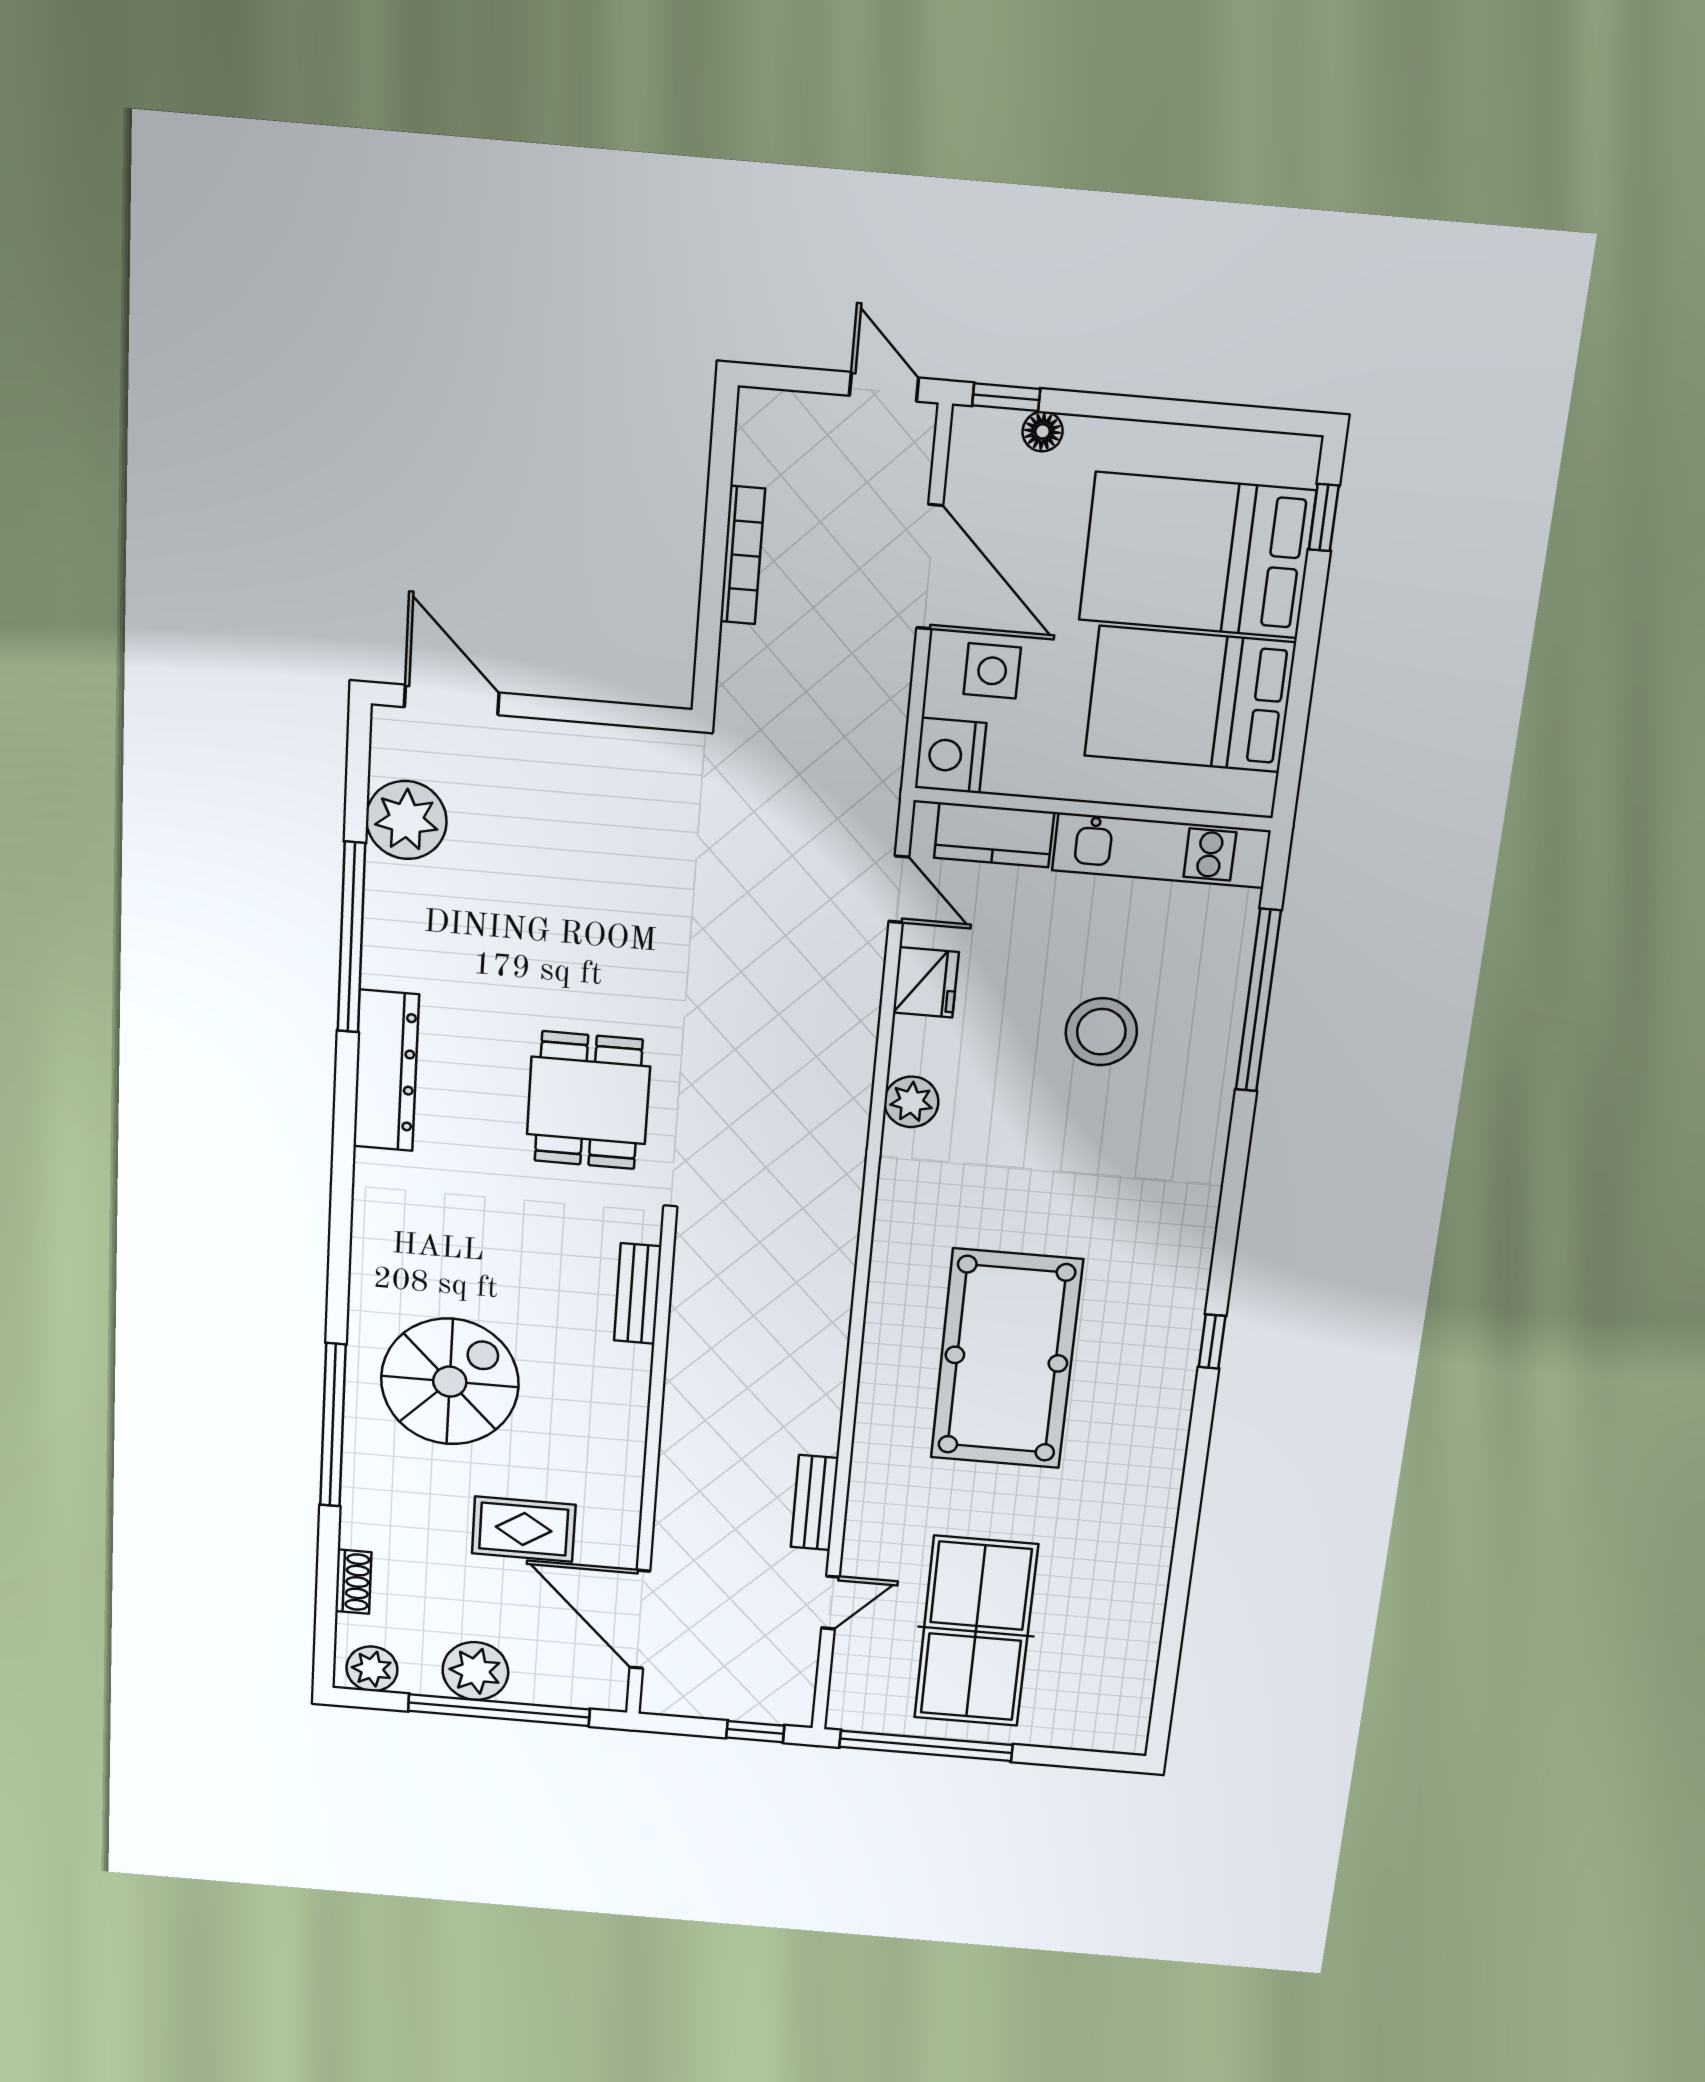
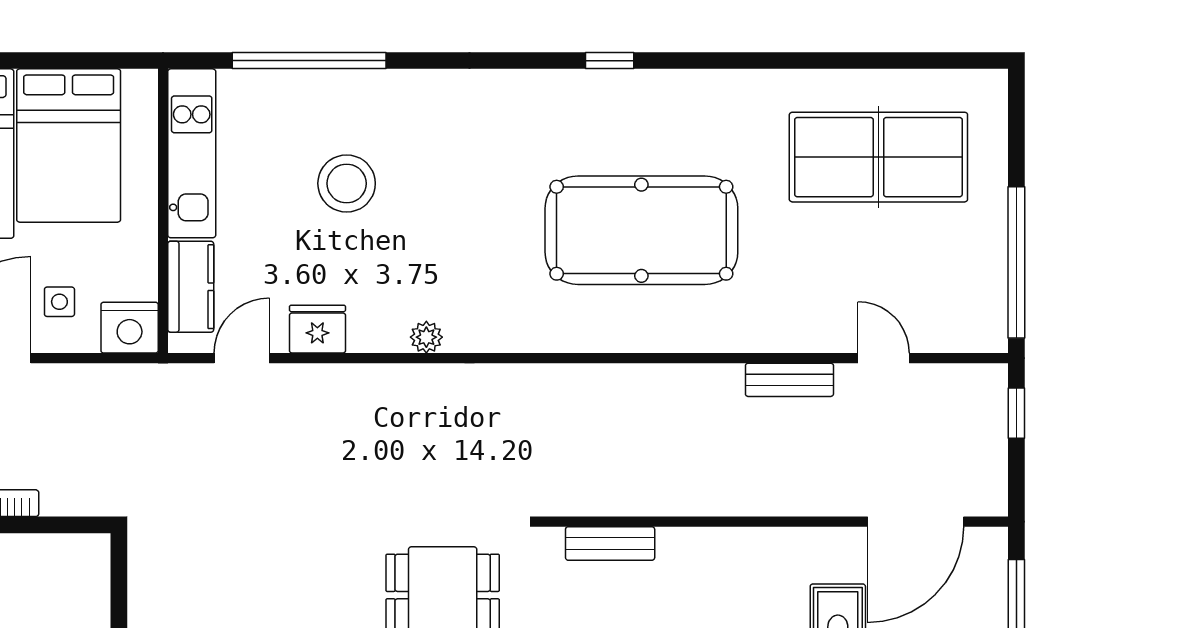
side table: (992, 671) -> (59, 302), width x0.73, depth x0.73
plant: (911, 1102) -> (426, 337), width x0.73, depth x0.73
table tennis table: (976, 1631) -> (878, 157), moved

